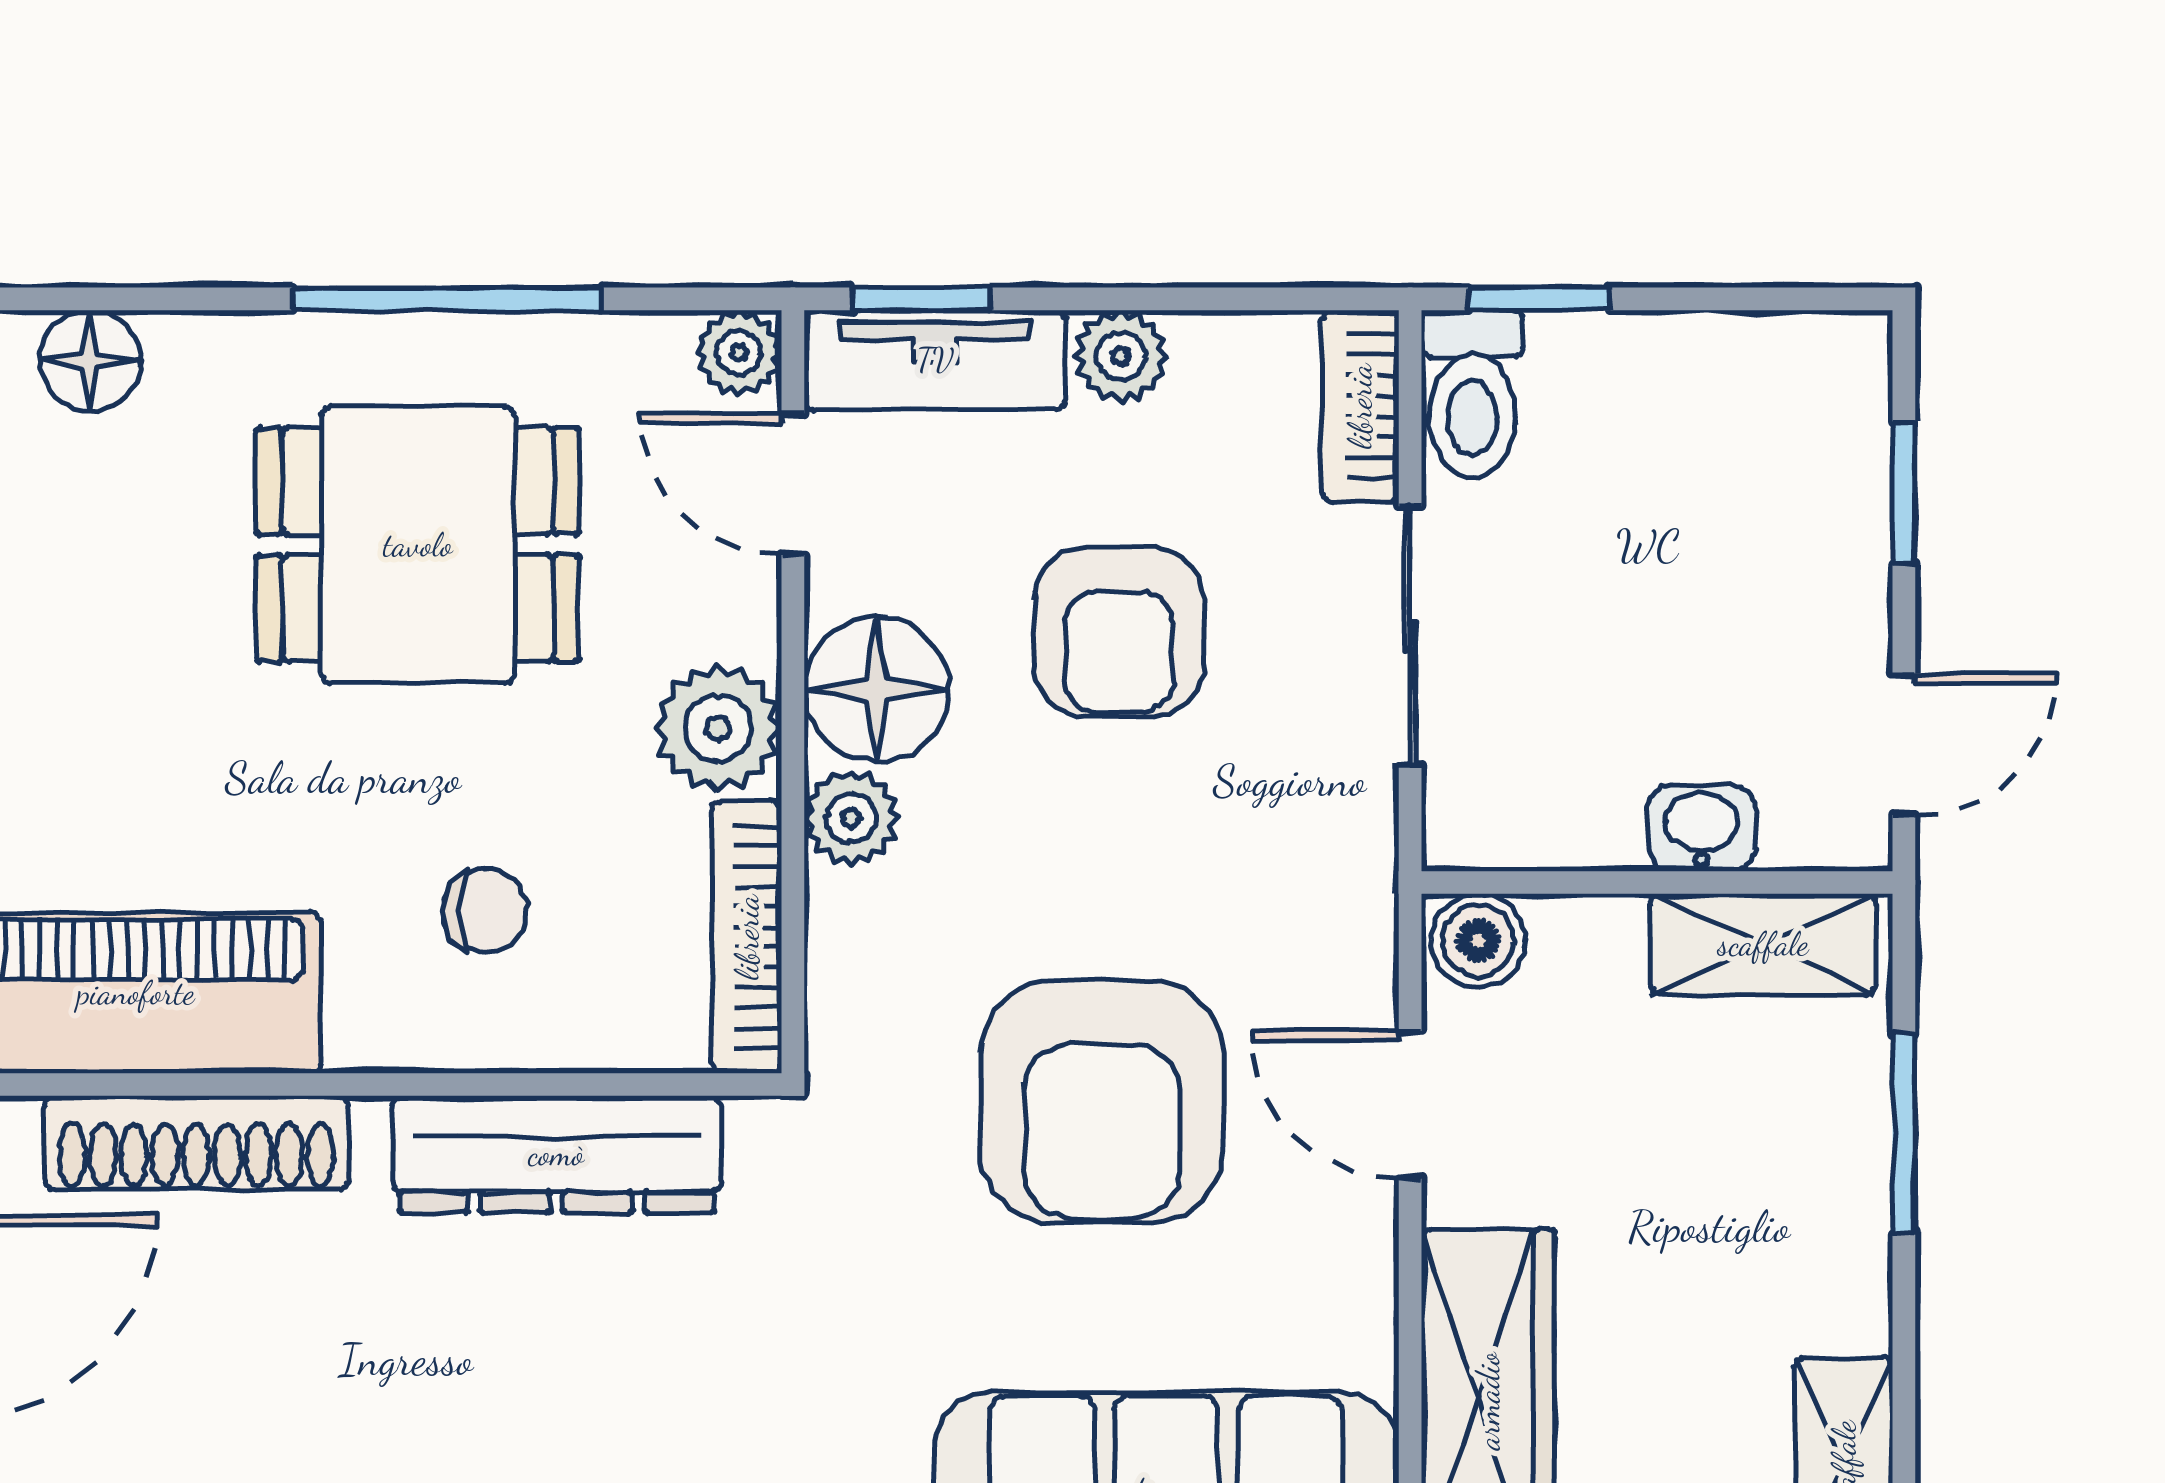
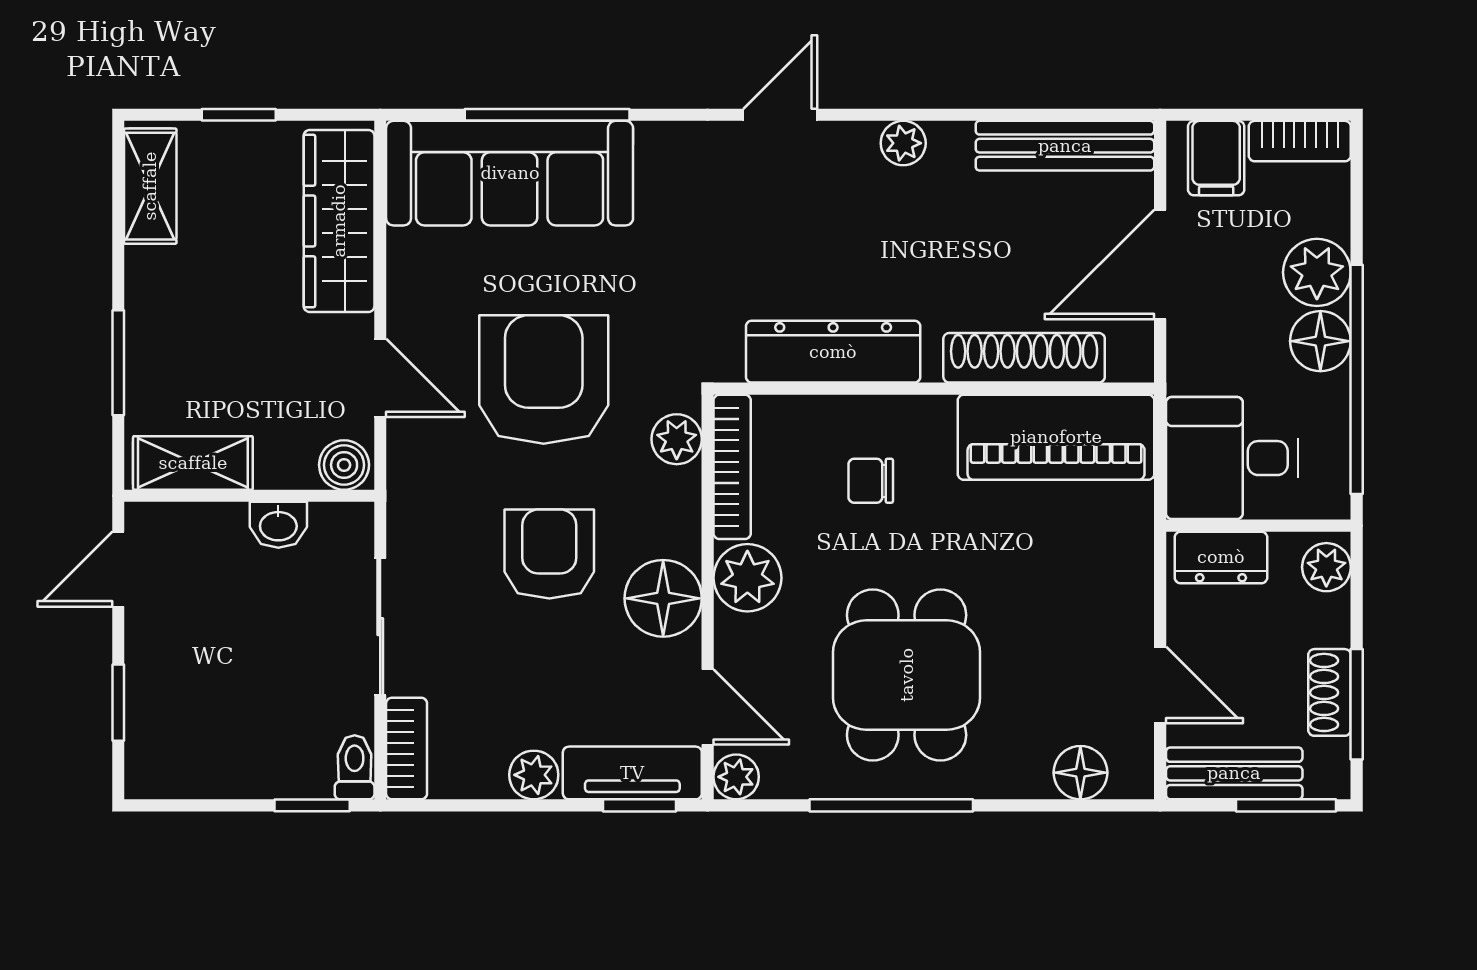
toilet: (1472, 394) -> (355, 767), width x0.73, depth x0.72
dining table: (418, 545) -> (907, 675), turned 90
armchair: (1119, 632) -> (549, 554), moved
plant: (851, 818) -> (677, 439), moved
washbasin: (1702, 828) -> (278, 525), moved

